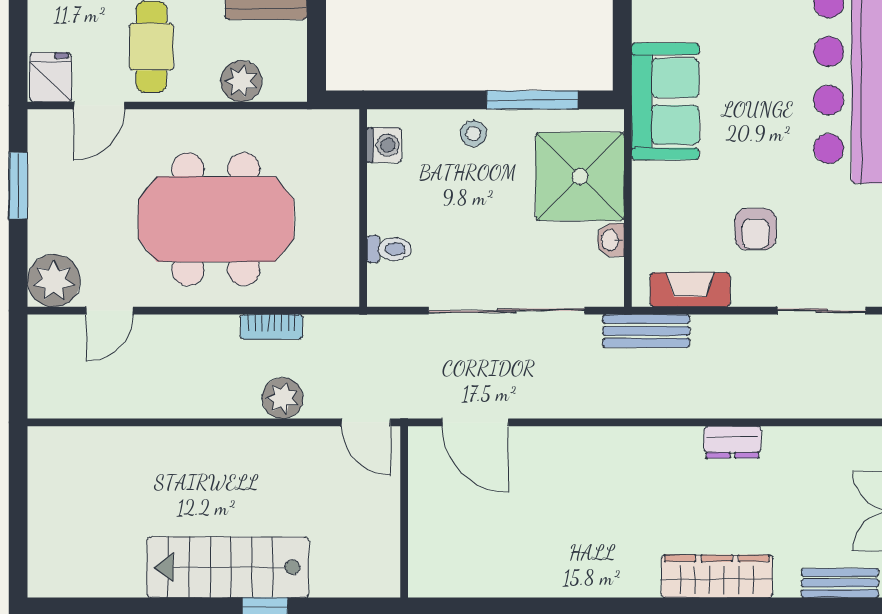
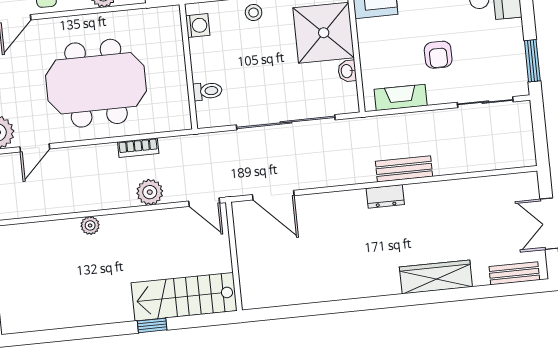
bench: (646, 331) -> (404, 169), moved
plant: (184, 441) -> (90, 225), added
dresser: (733, 442) -> (385, 196), moved
stairs: (228, 567) -> (184, 297), moved

